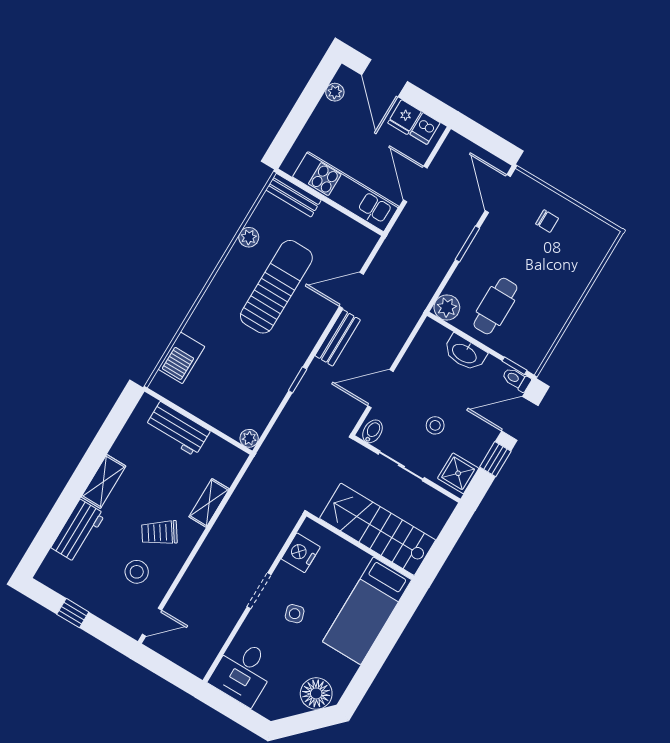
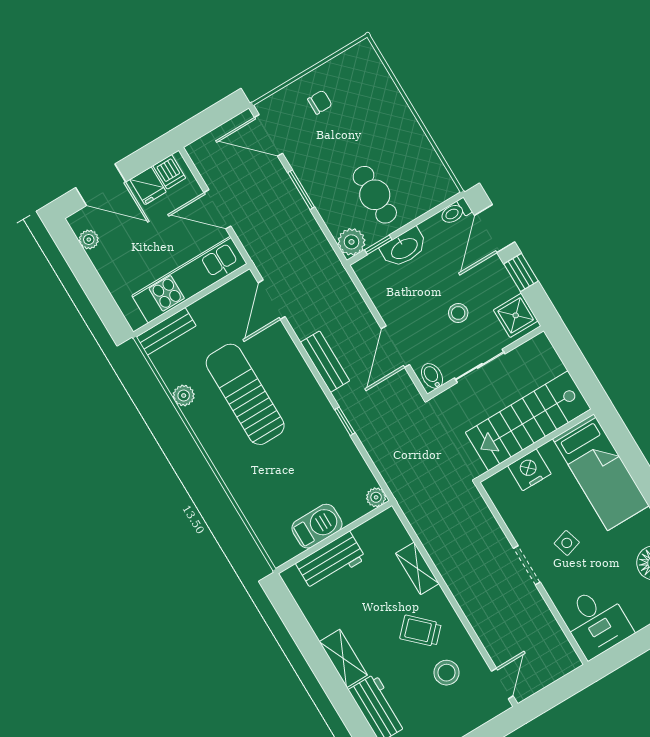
door: (351, 290) -> (272, 300), moved
barbecue: (181, 358) -> (317, 526), moved, turned -90
window: (514, 366) -> (378, 245), moved
trolley: (159, 533) -> (421, 631), turned 78
nightstand: (301, 553) -> (529, 470), moved, turned 90

